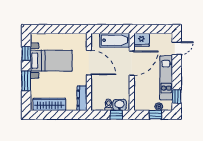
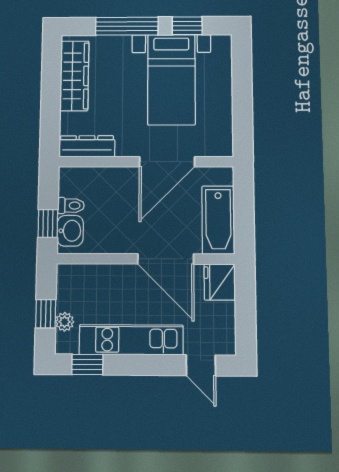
window: (26, 81) -> (127, 26), width x1.44

